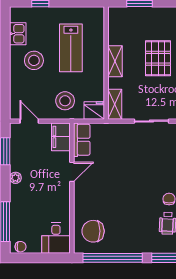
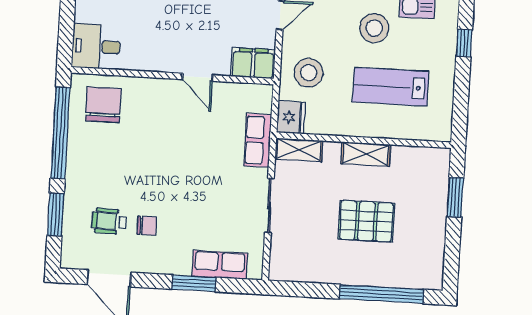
row of seats: (82, 140) -> (258, 140), moved, turned 90

